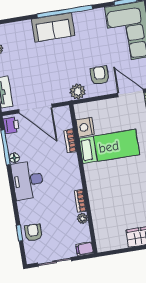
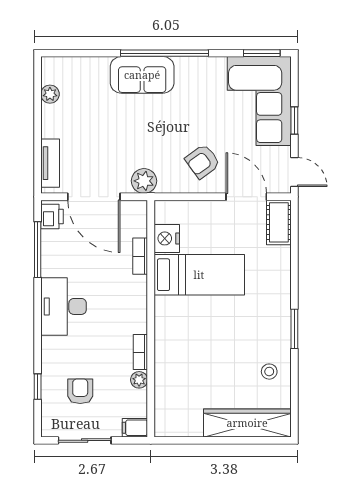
armchair: (100, 75) -> (202, 161), turned -126
plant: (78, 91) -> (144, 181), moved
floor lamp: (14, 158) -> (49, 268), removed
armchair: (33, 232) -> (80, 391), moved

